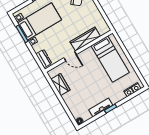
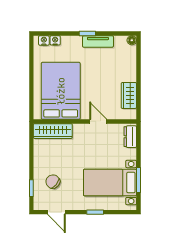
wardrobe: (85, 39) -> (53, 131), moved
bed: (110, 59) -> (61, 91), width x1.50

